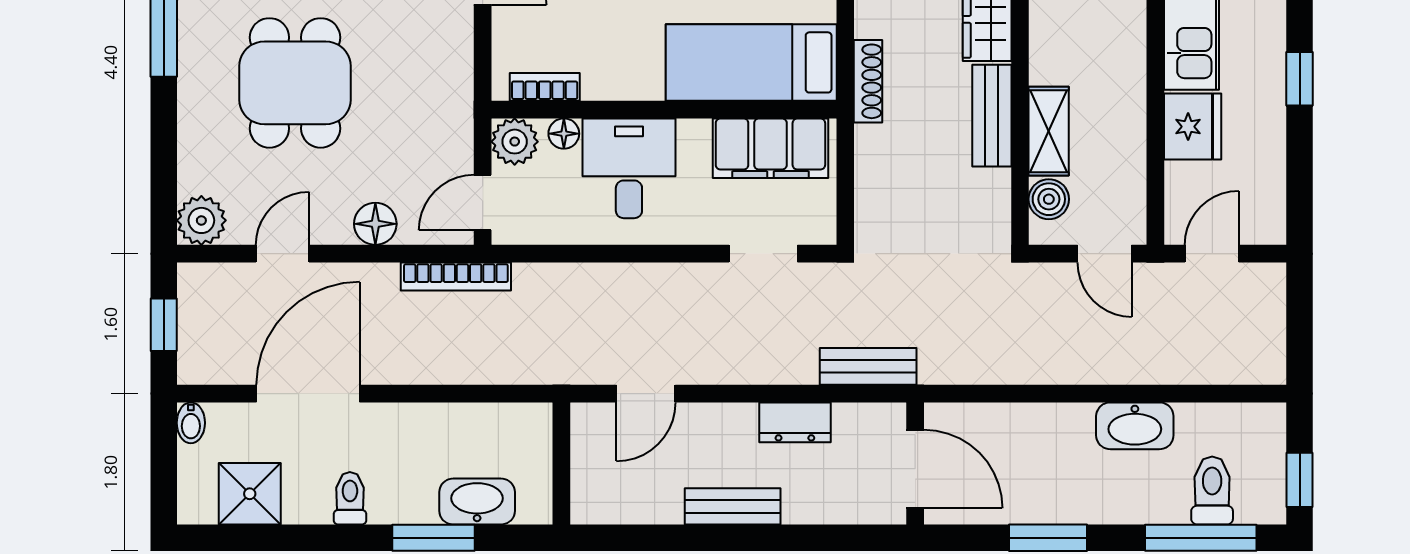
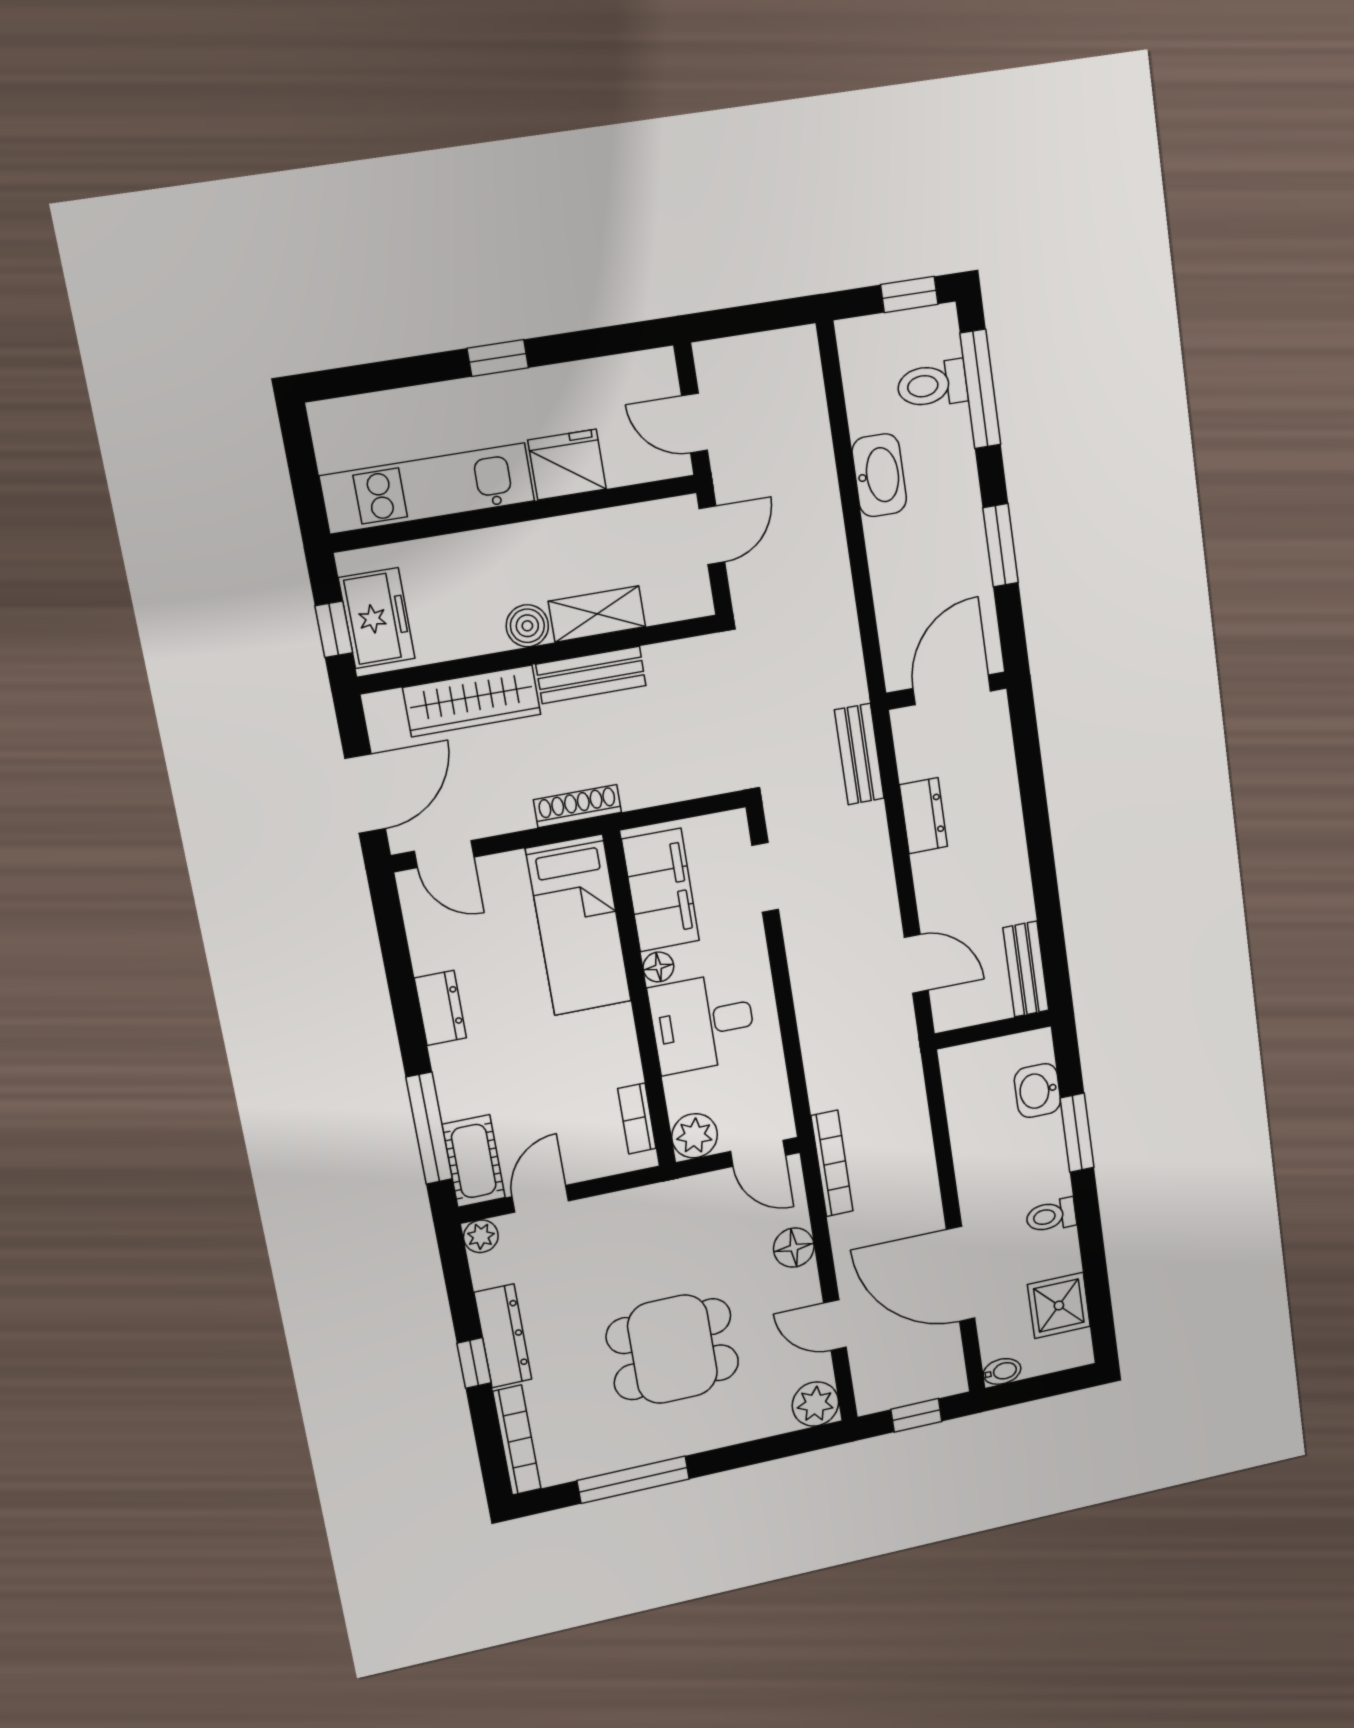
floor lamp: (564, 134) -> (658, 967), moved
boiler: (1049, 199) -> (527, 626), moved
washbasin: (477, 502) -> (1037, 1091), width x0.72
bench: (733, 506) -> (1026, 969), moved

